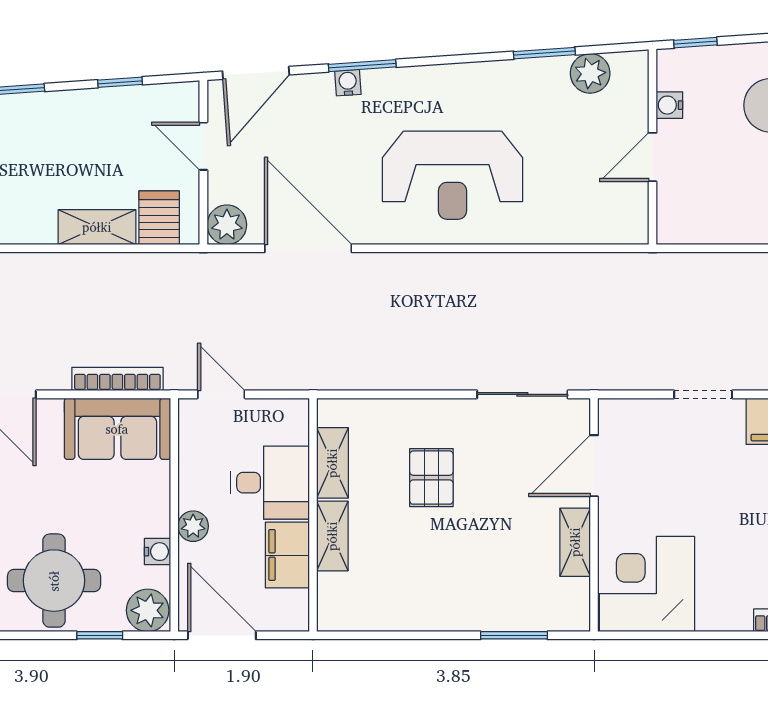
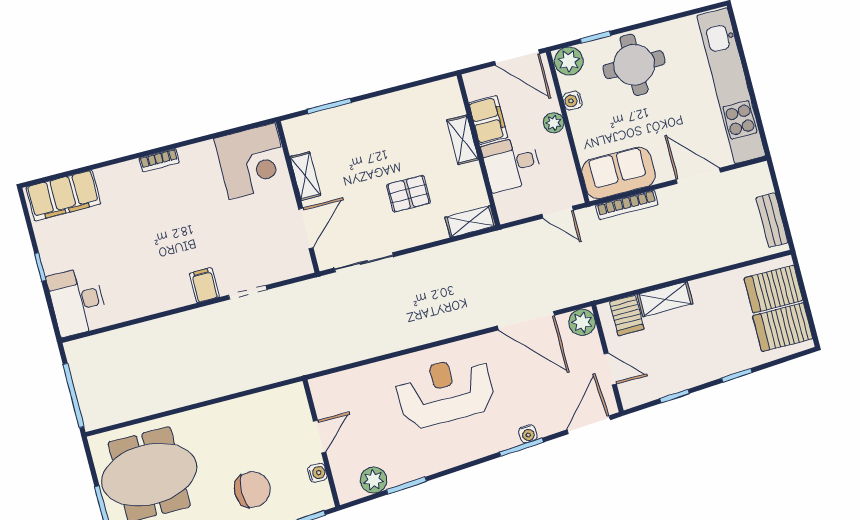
shelving: (332, 463) -> (470, 221), moved, turned 90
pallet: (431, 478) -> (408, 194), turned 90

